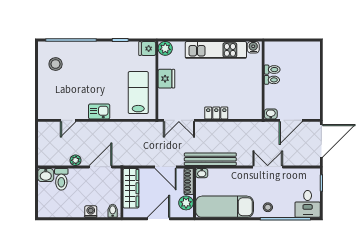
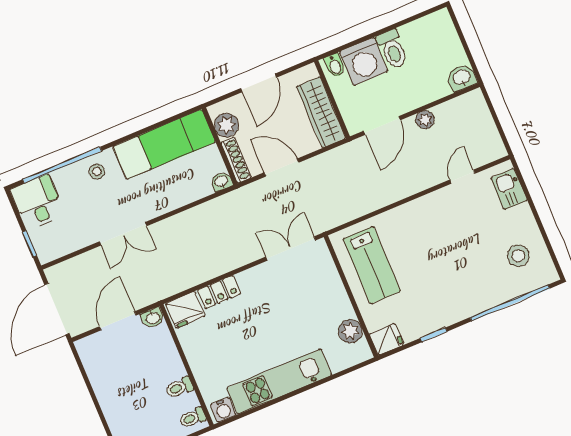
plant: (165, 48) -> (350, 331), moved
fridge: (166, 79) -> (185, 310), moved, turned -90
toilet: (272, 80) -> (192, 418), moved
kitchen sink: (99, 111) -> (509, 189), moved, turned 90
locker: (216, 113) -> (219, 292), moved
bench: (210, 159) -> (217, 209), removed
toilet: (61, 179) -> (393, 49), moved, turned 180
washing machine: (91, 212) -> (364, 62), width x1.89, depth x1.89

